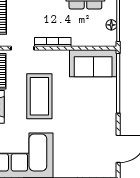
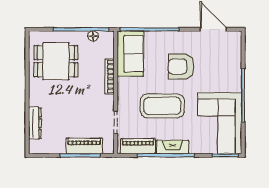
bookcase: (53, 42) -> (110, 77), moved
armchair: (80, 116) -> (181, 66), added

